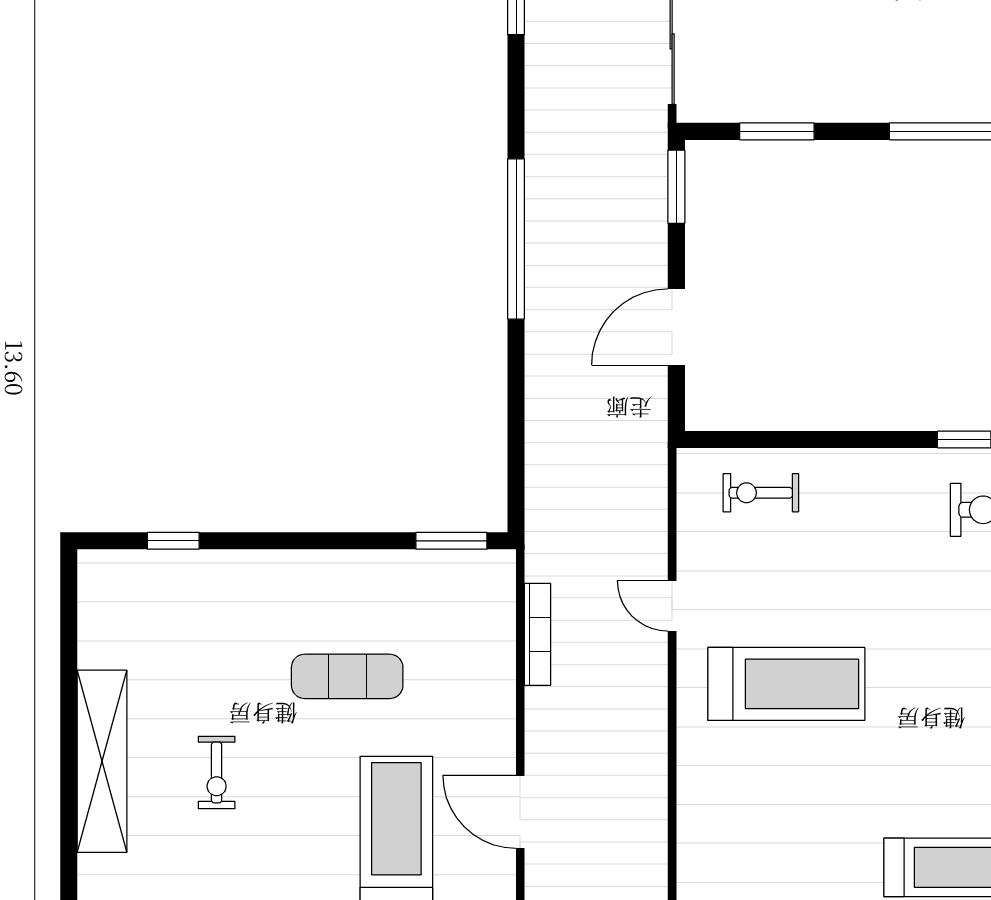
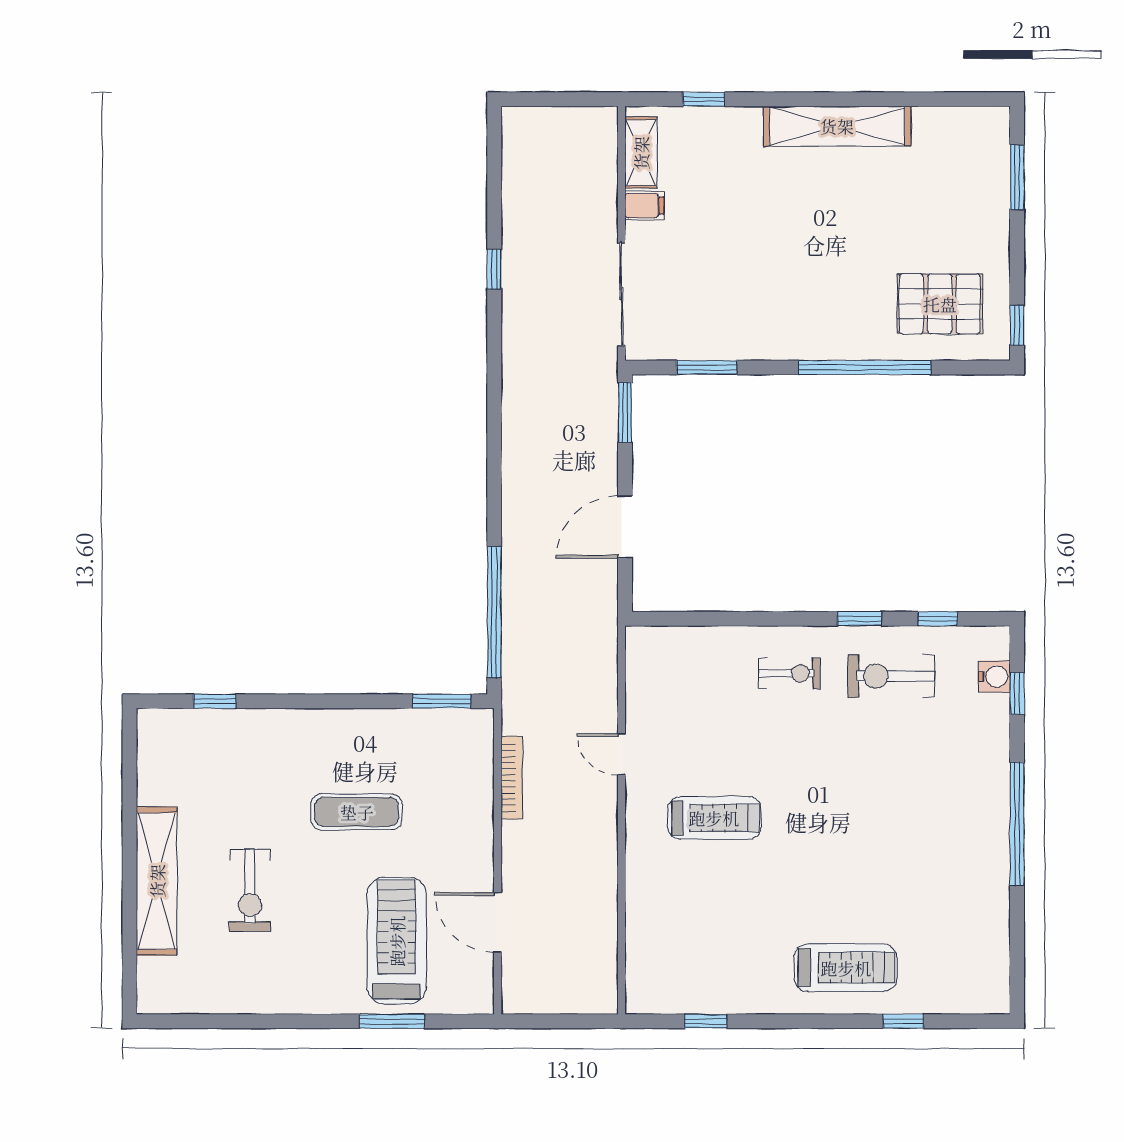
window: (516, 239) -> (494, 612), moved
exercise bike: (761, 493) -> (789, 673), moved, turned 180
treadmill: (786, 684) -> (714, 818), width x0.73, depth x0.73
exercise bike: (217, 772) -> (250, 890), width x1.38, depth x1.39

